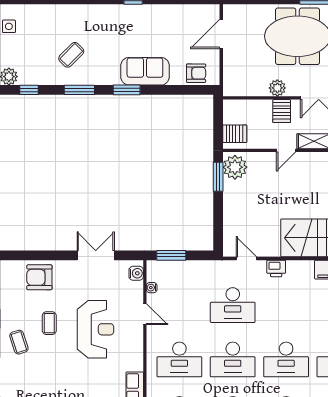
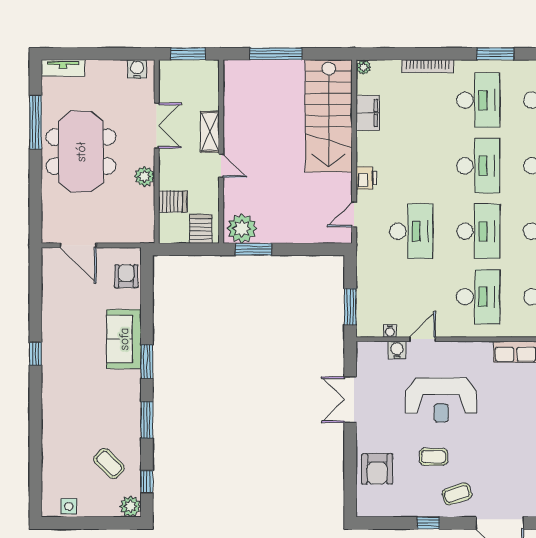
coffee table: (71, 55) -> (109, 463), moved
server rack: (282, 111) -> (173, 202), moved
water cooler: (136, 273) -> (397, 350), moved
reception desk: (95, 329) -> (441, 400), turned 180

